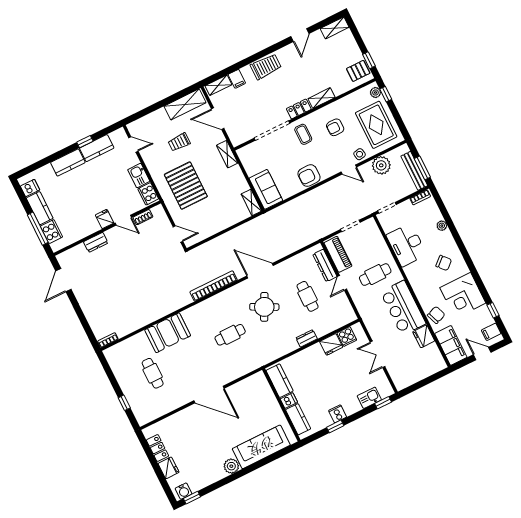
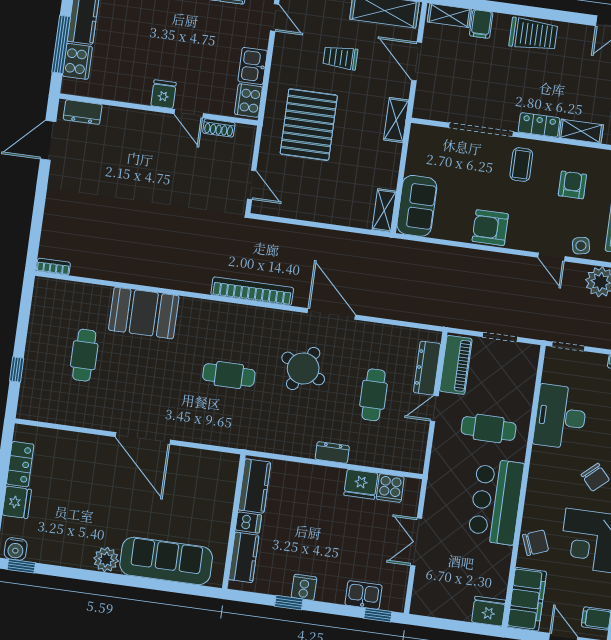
armchair: (335, 127) -> (572, 185), turned 90
dresser: (96, 242) -> (83, 112), moved
fridge: (424, 336) -> (489, 611), moved, turned 90

